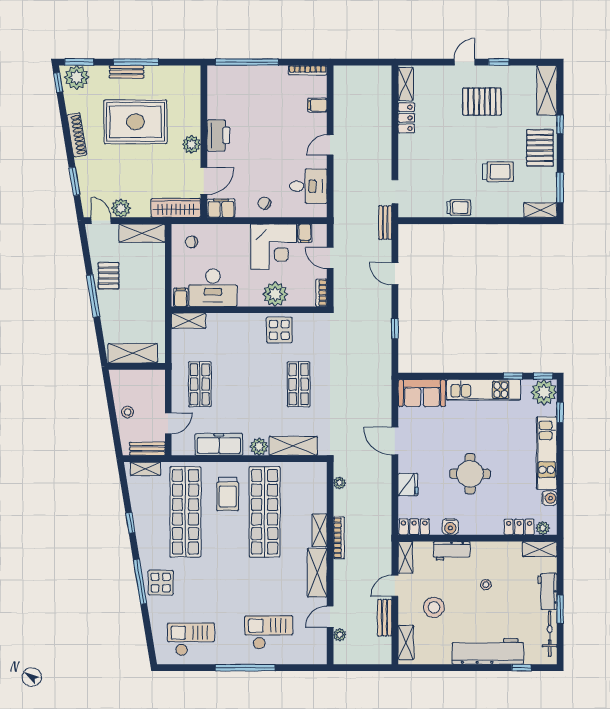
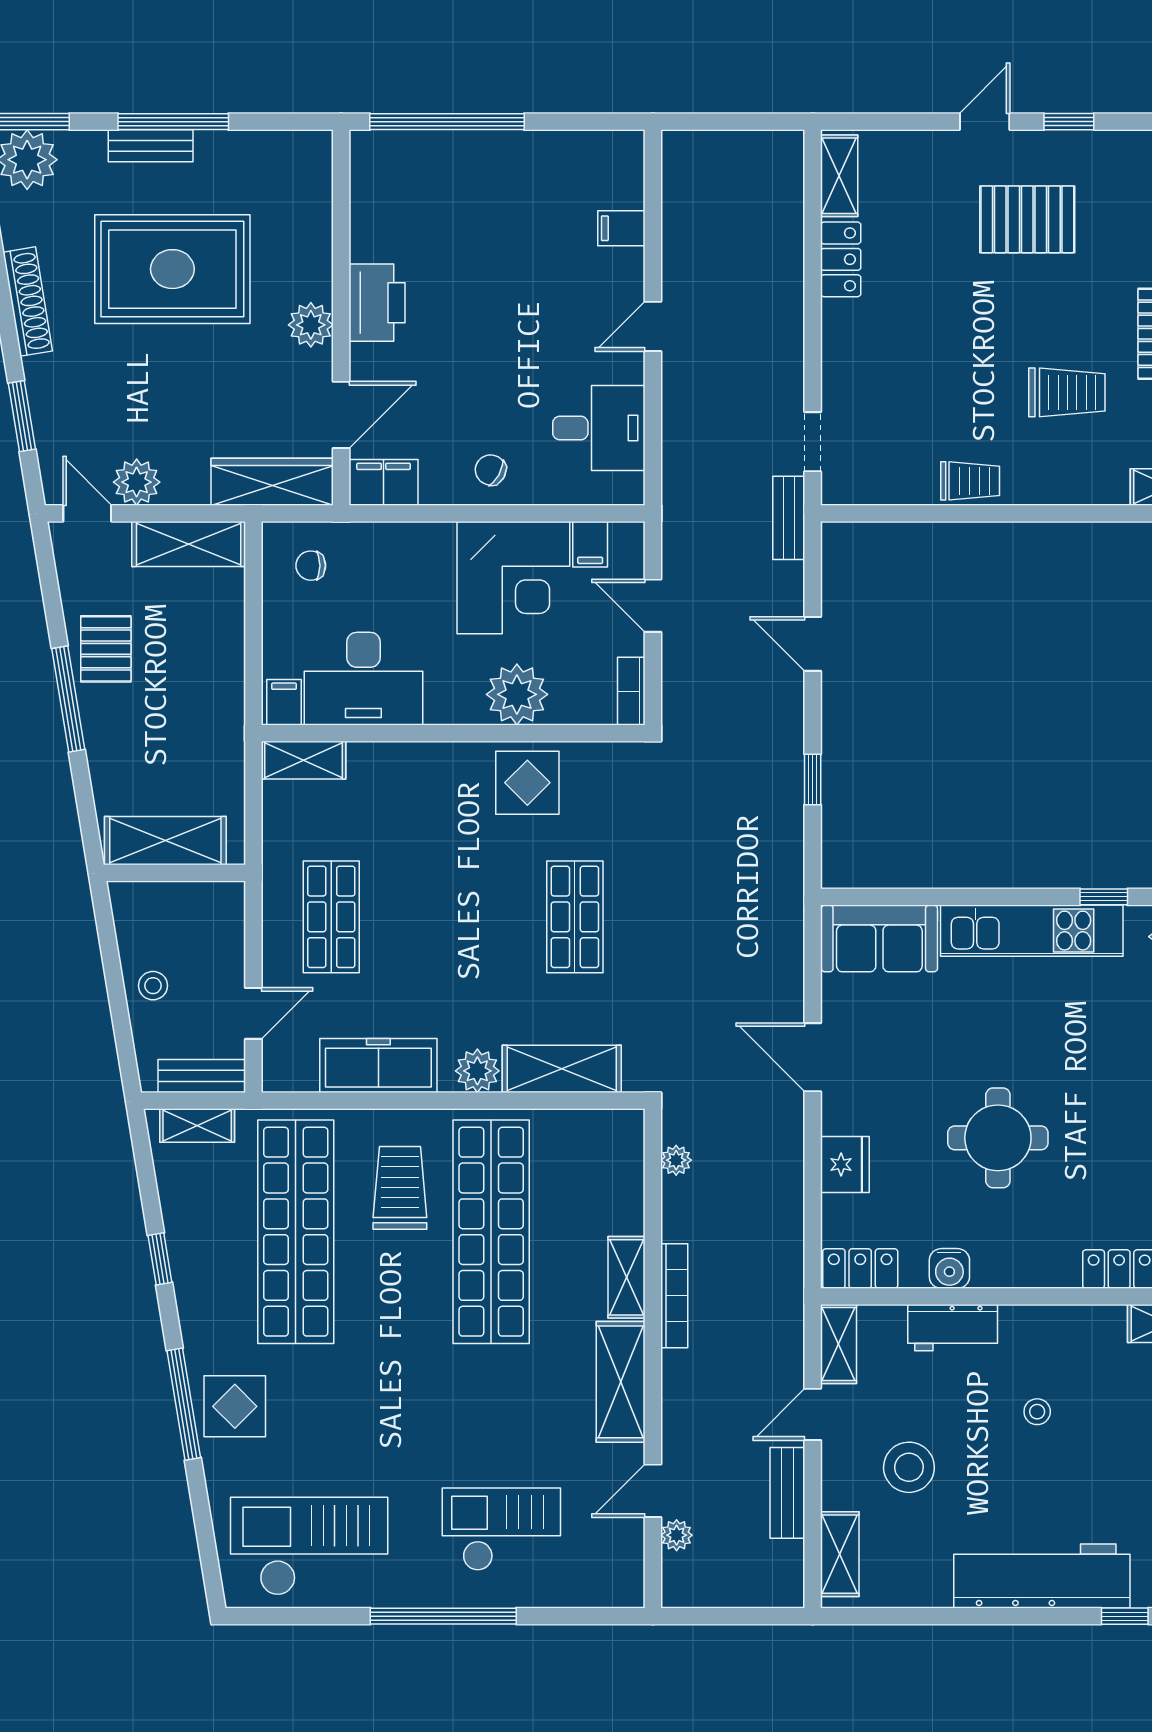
bookcase: (308, 70) -> (597, 142), removed
trolley: (228, 494) -> (400, 1188), turned 180
checkout: (191, 639) -> (309, 1546), width x1.36, depth x1.21

